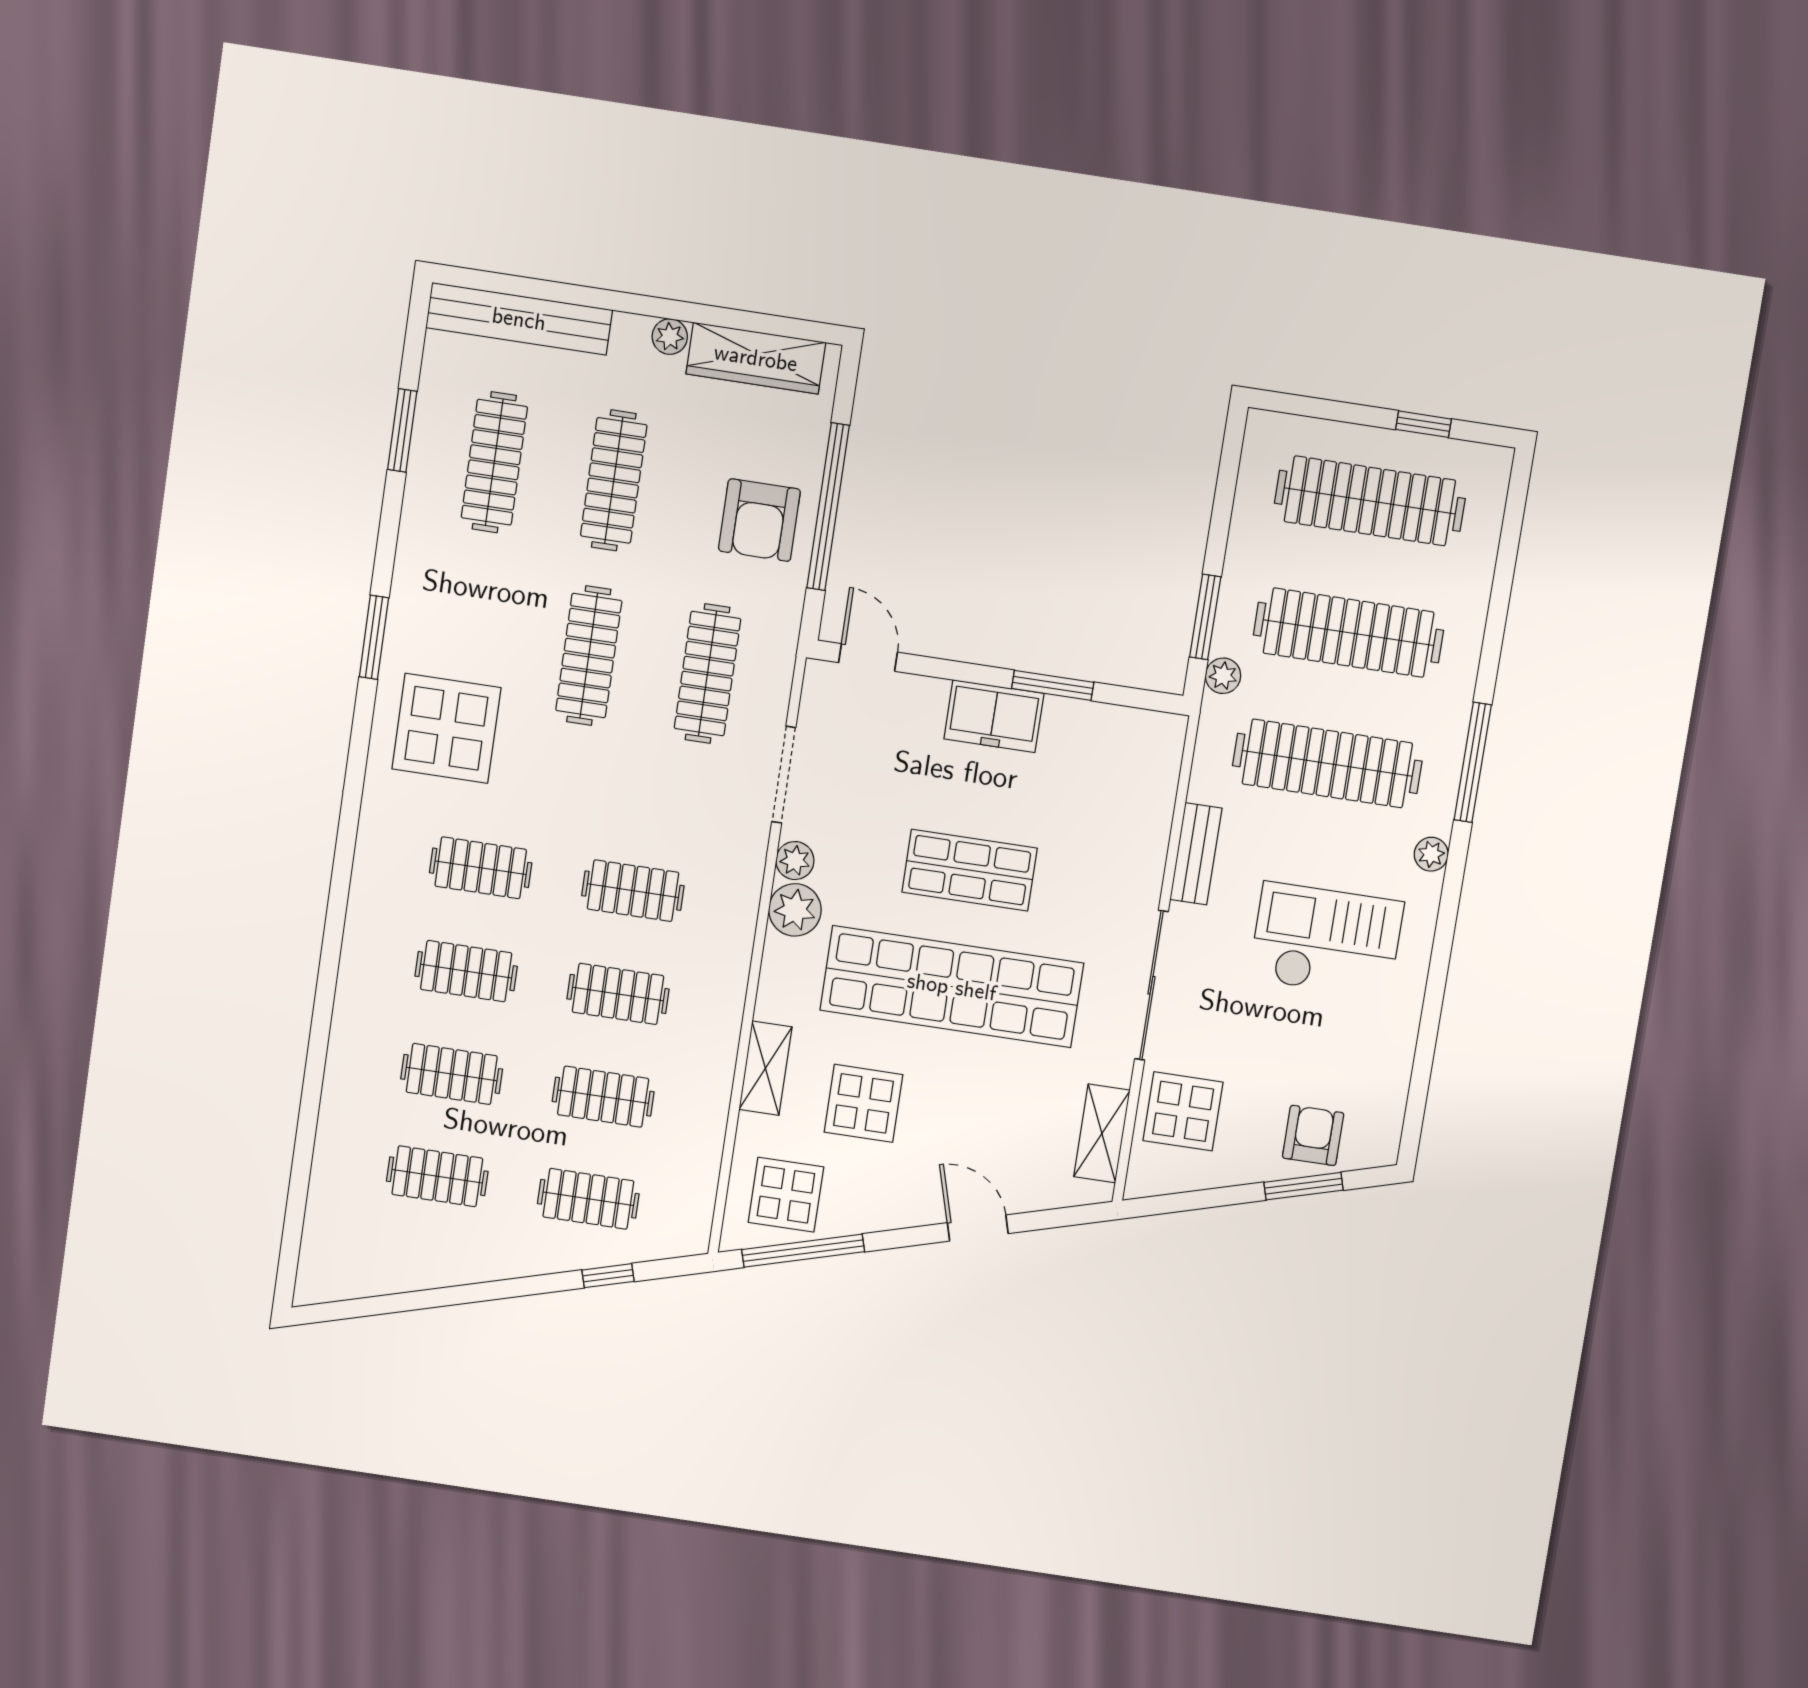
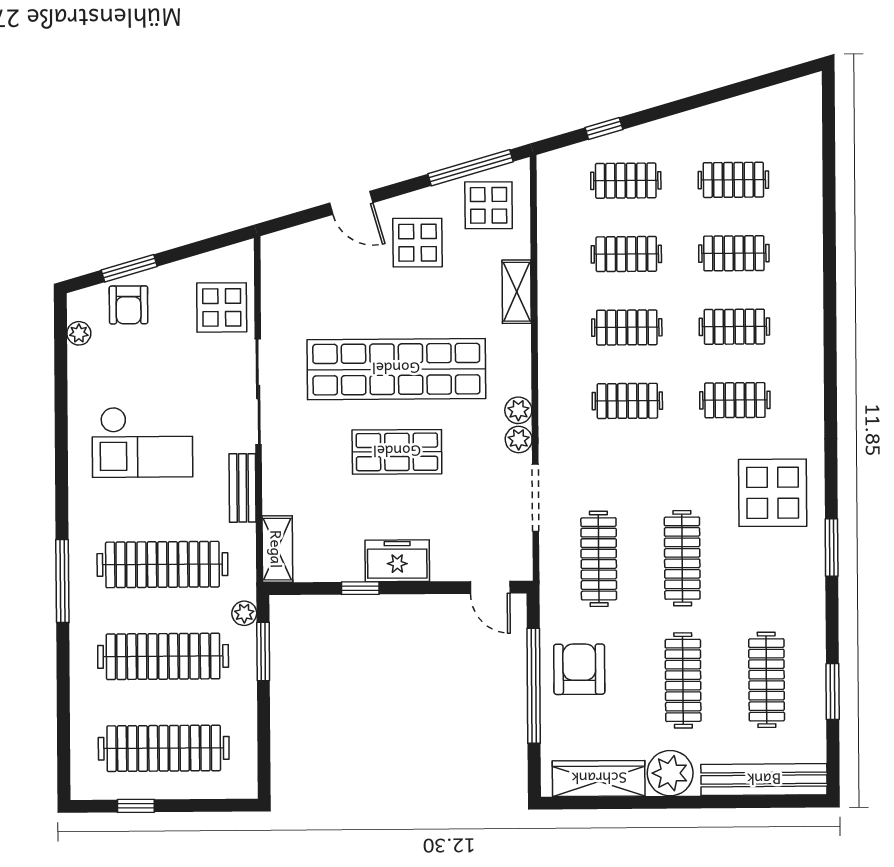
plant: (670, 337) -> (670, 773), width x1.87, depth x1.87
window: (1053, 685) -> (360, 588), width x0.67
plant: (1431, 854) -> (79, 333), moved
plant: (795, 910) -> (518, 410), width x0.73, depth x0.73
display table: (863, 1103) -> (418, 243), moved
shelving: (1102, 1133) -> (277, 549), moved

